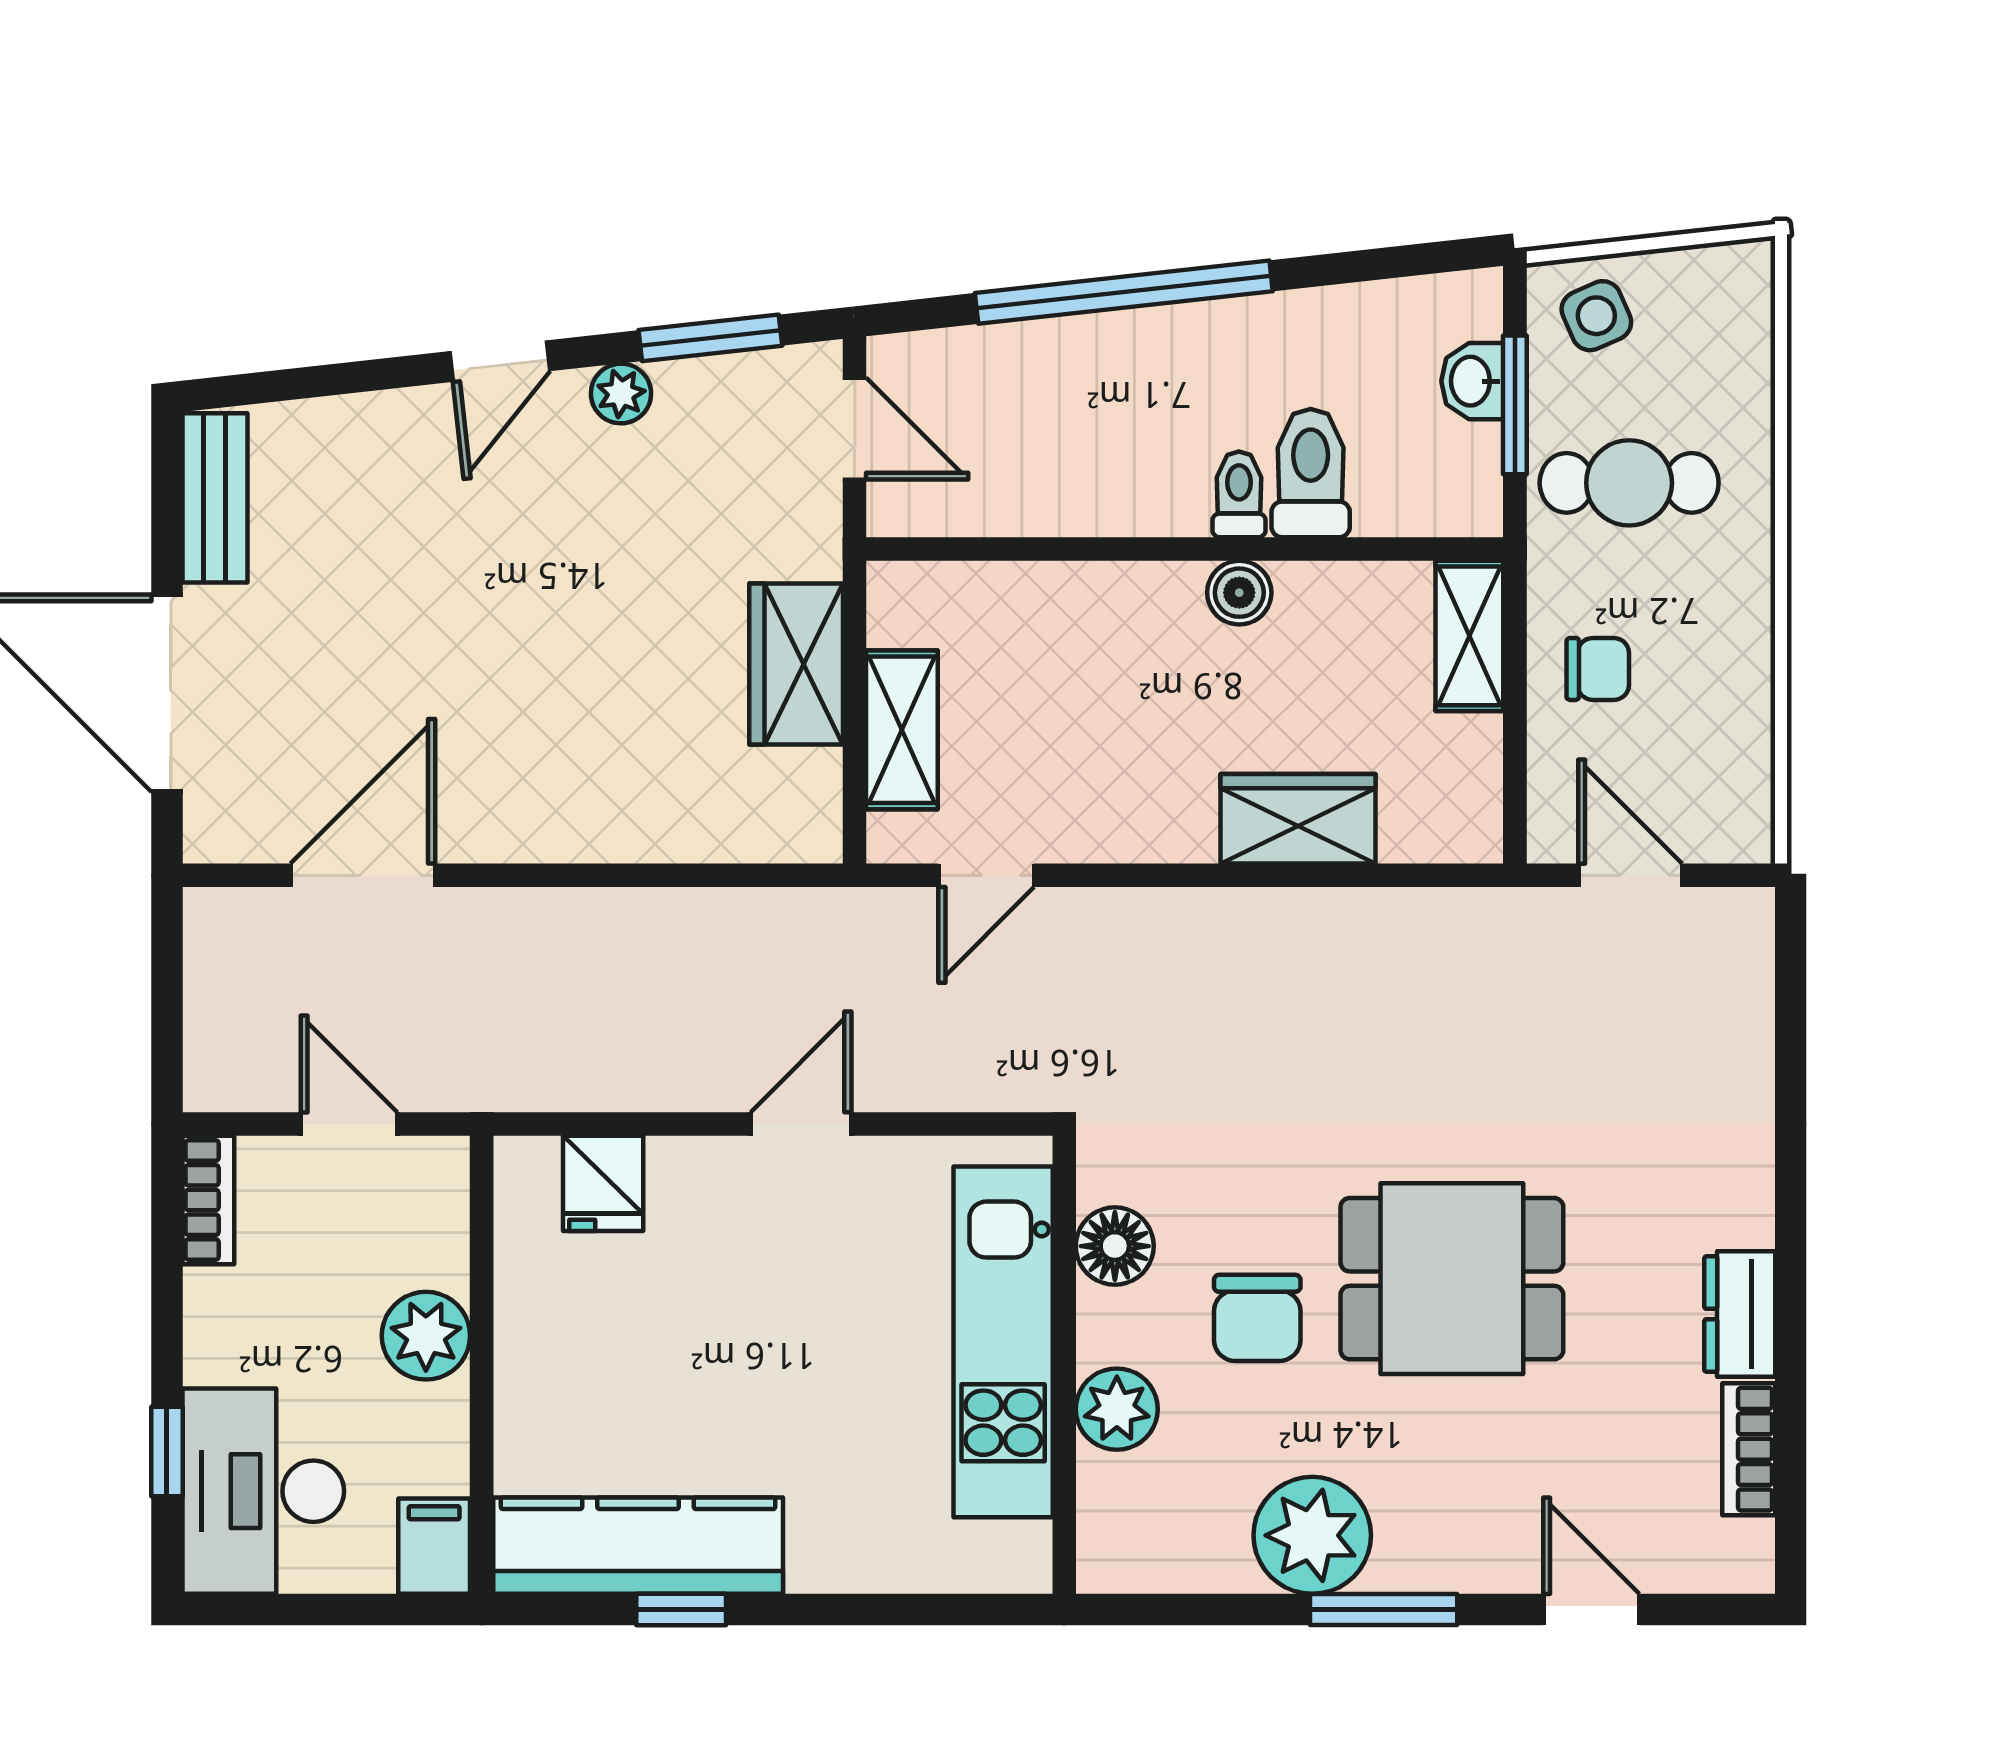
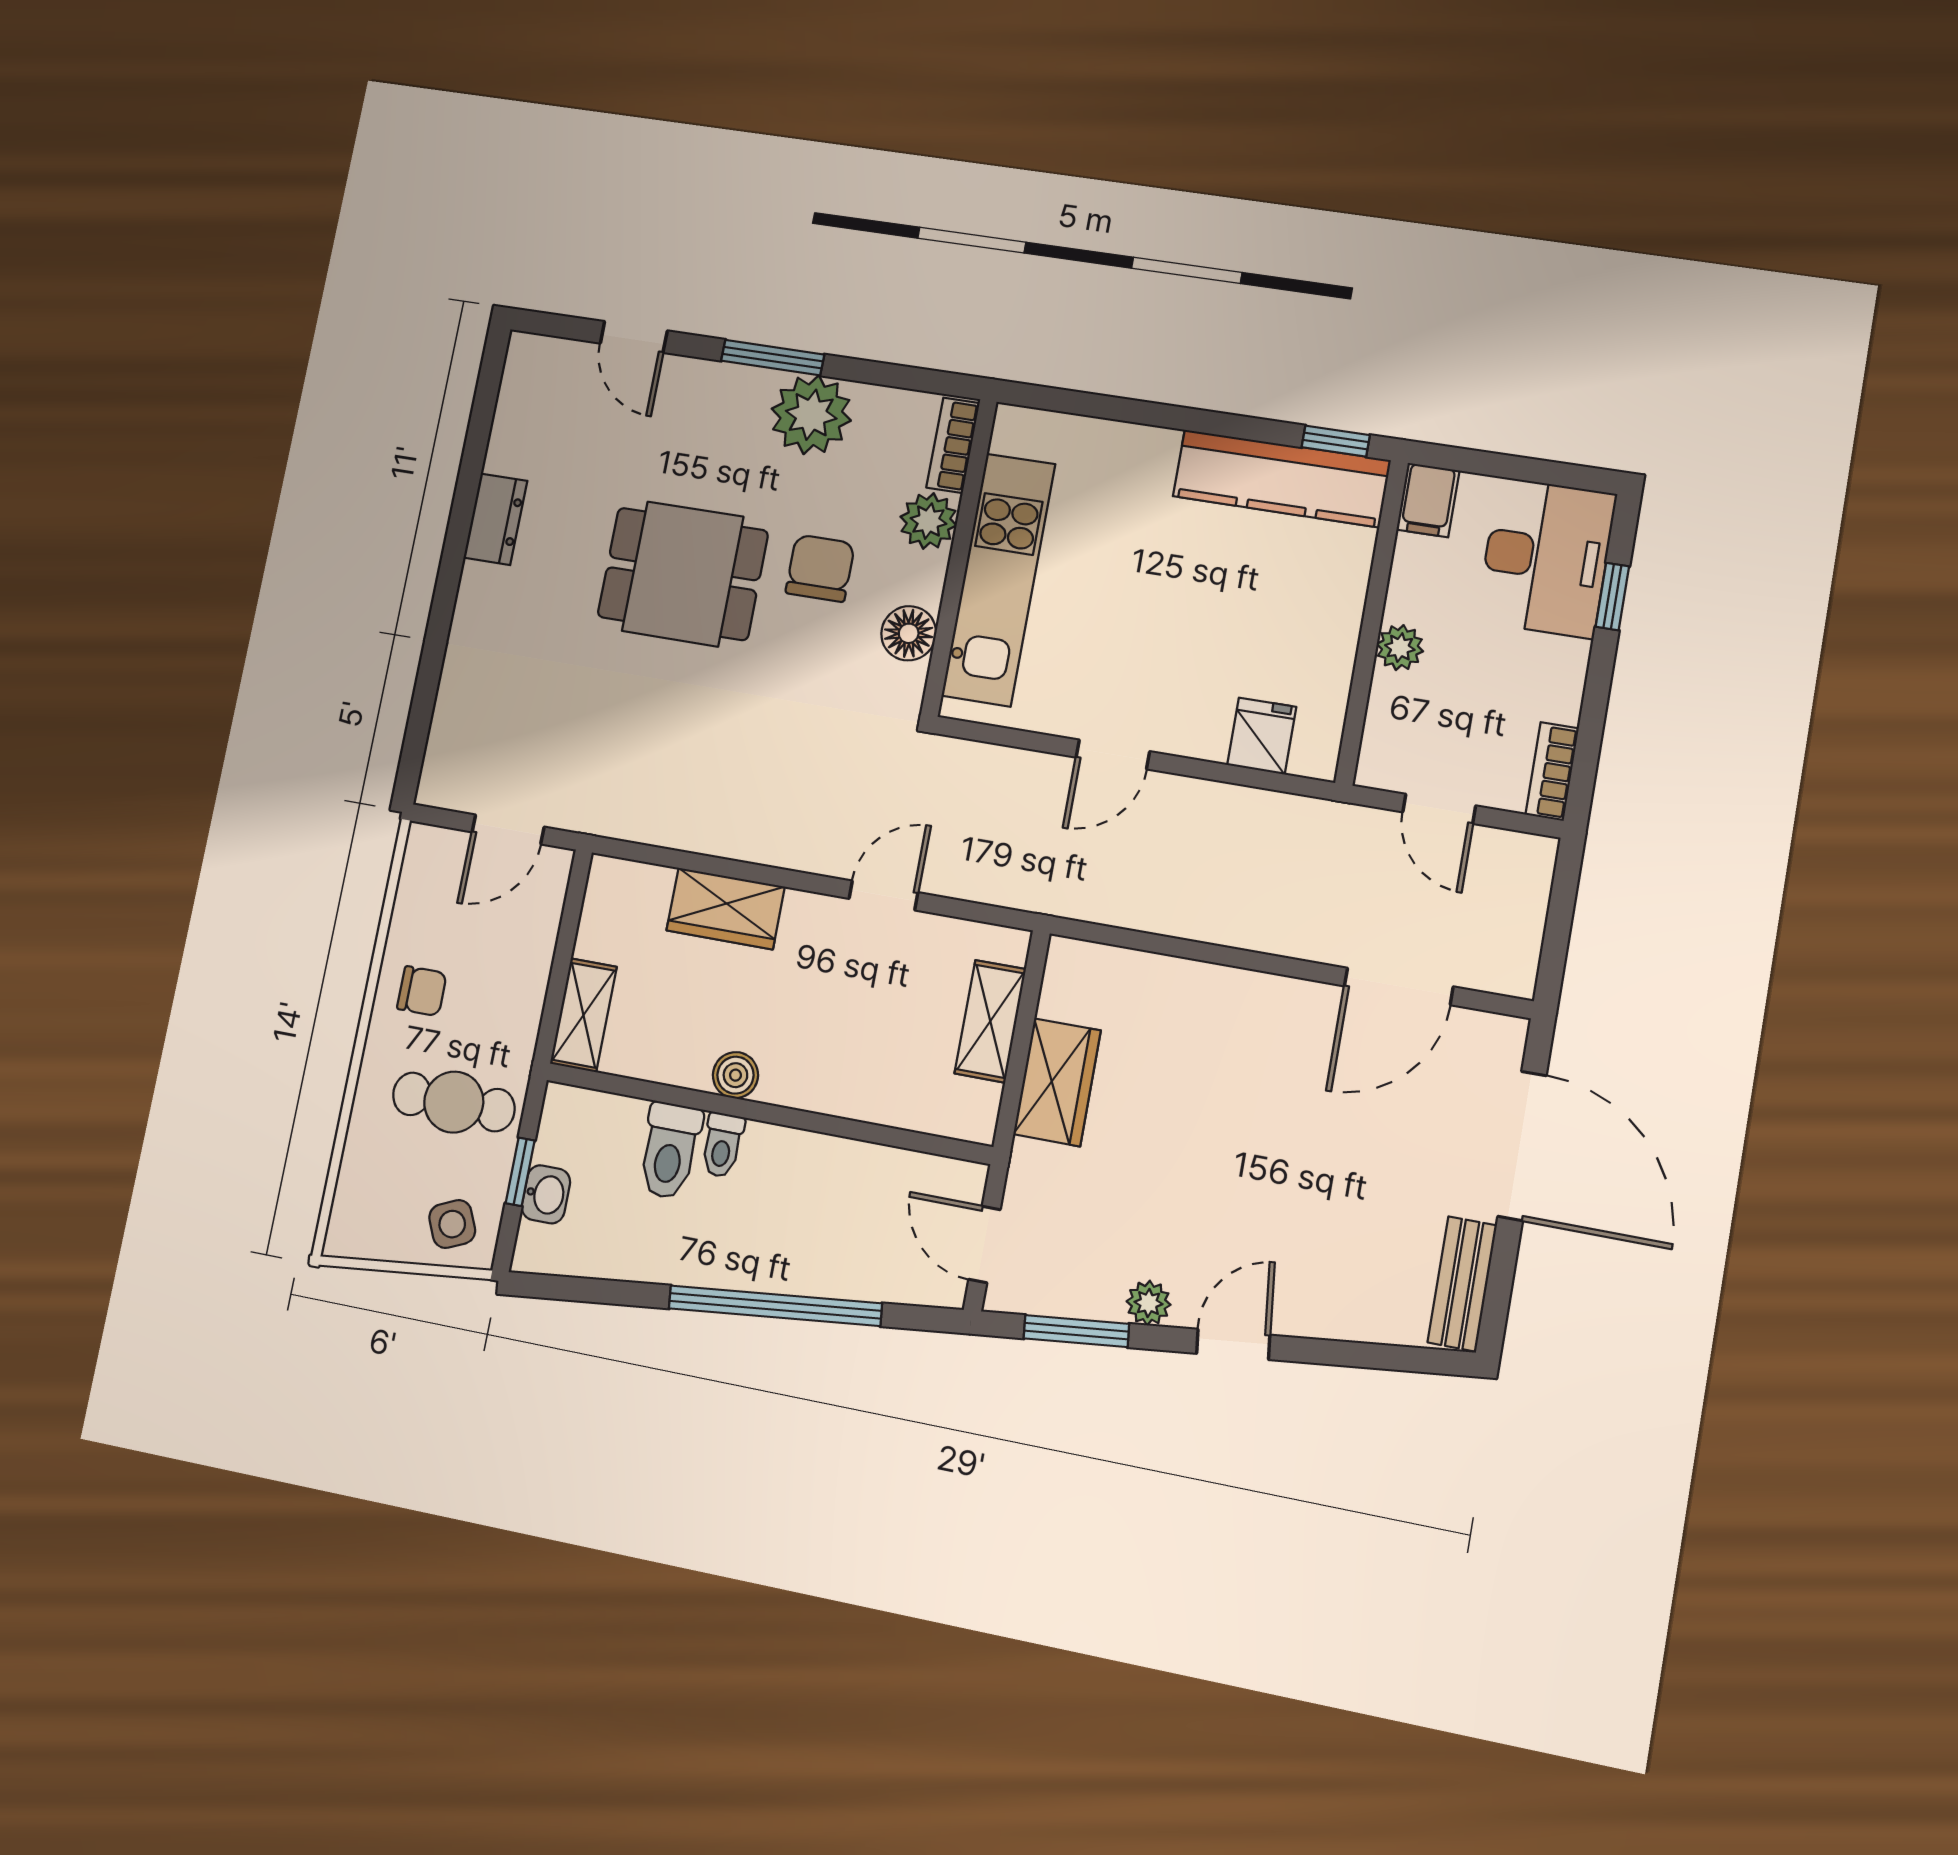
window: (1515, 405) -> (520, 1172), width x0.67
chair: (1598, 669) -> (422, 991), moved, turned 180
door: (986, 875) -> (883, 896), moved
door: (1630, 875) -> (508, 829), hinge flipped
plant: (426, 1336) -> (1400, 648), width x0.73, depth x0.73
bookcase: (1749, 1449) -> (953, 445), moved, turned 180
window: (681, 1609) -> (1336, 441), moved

